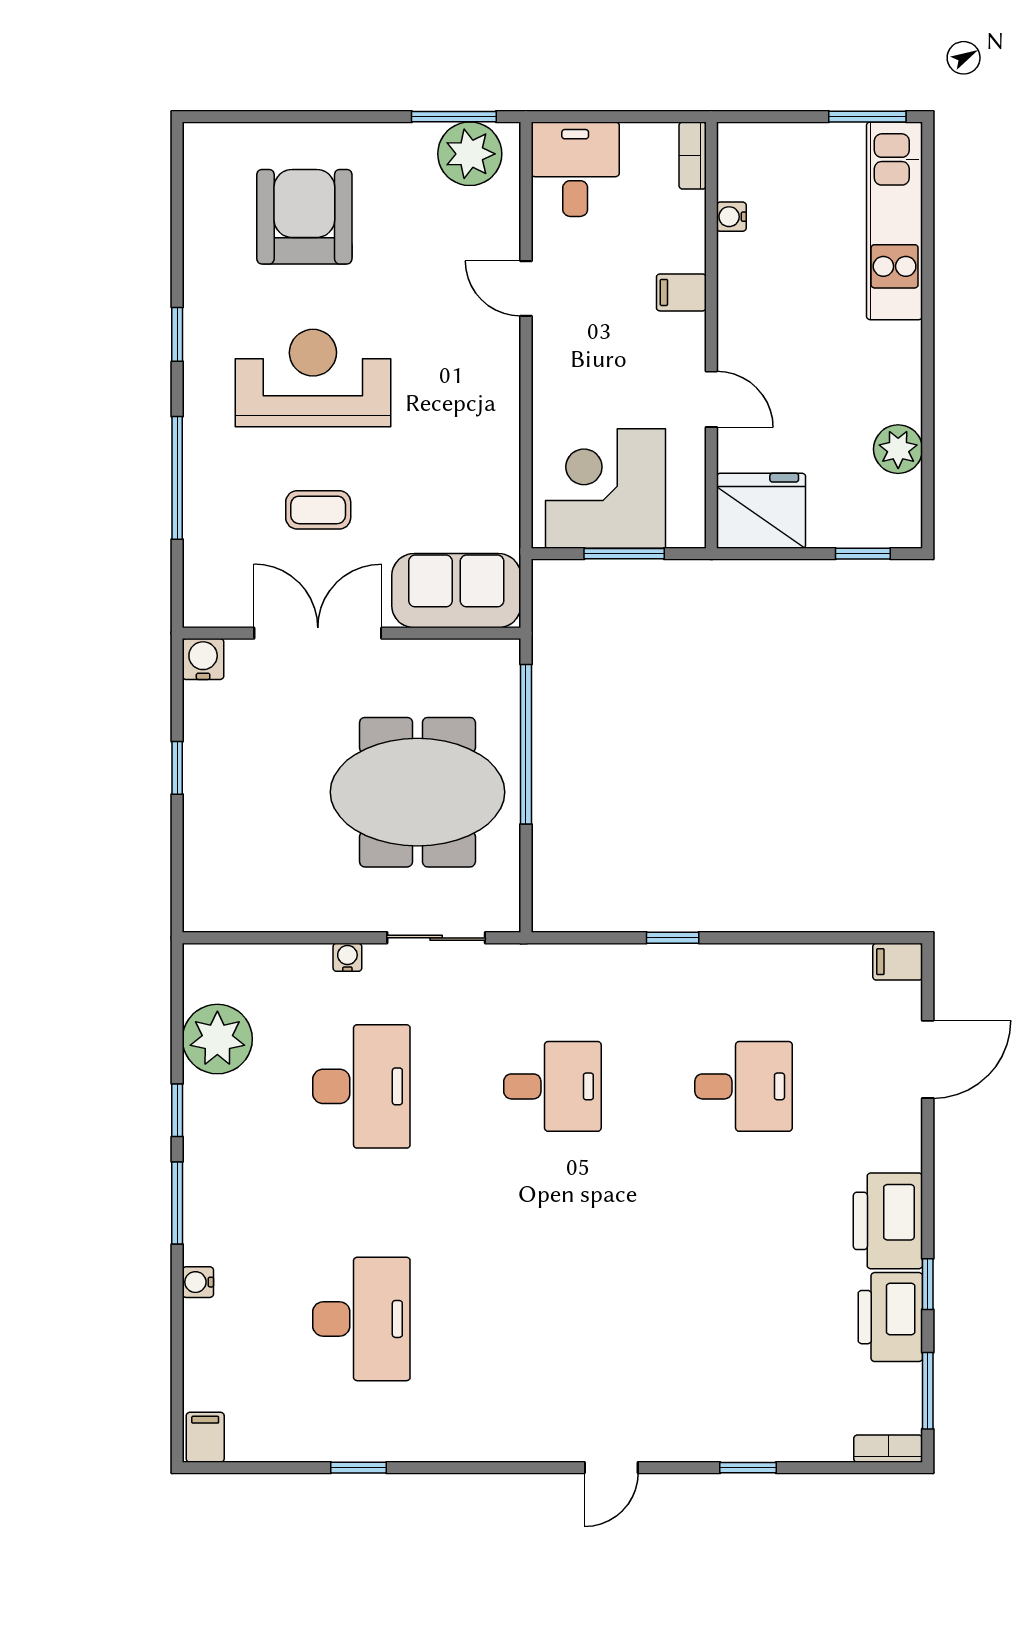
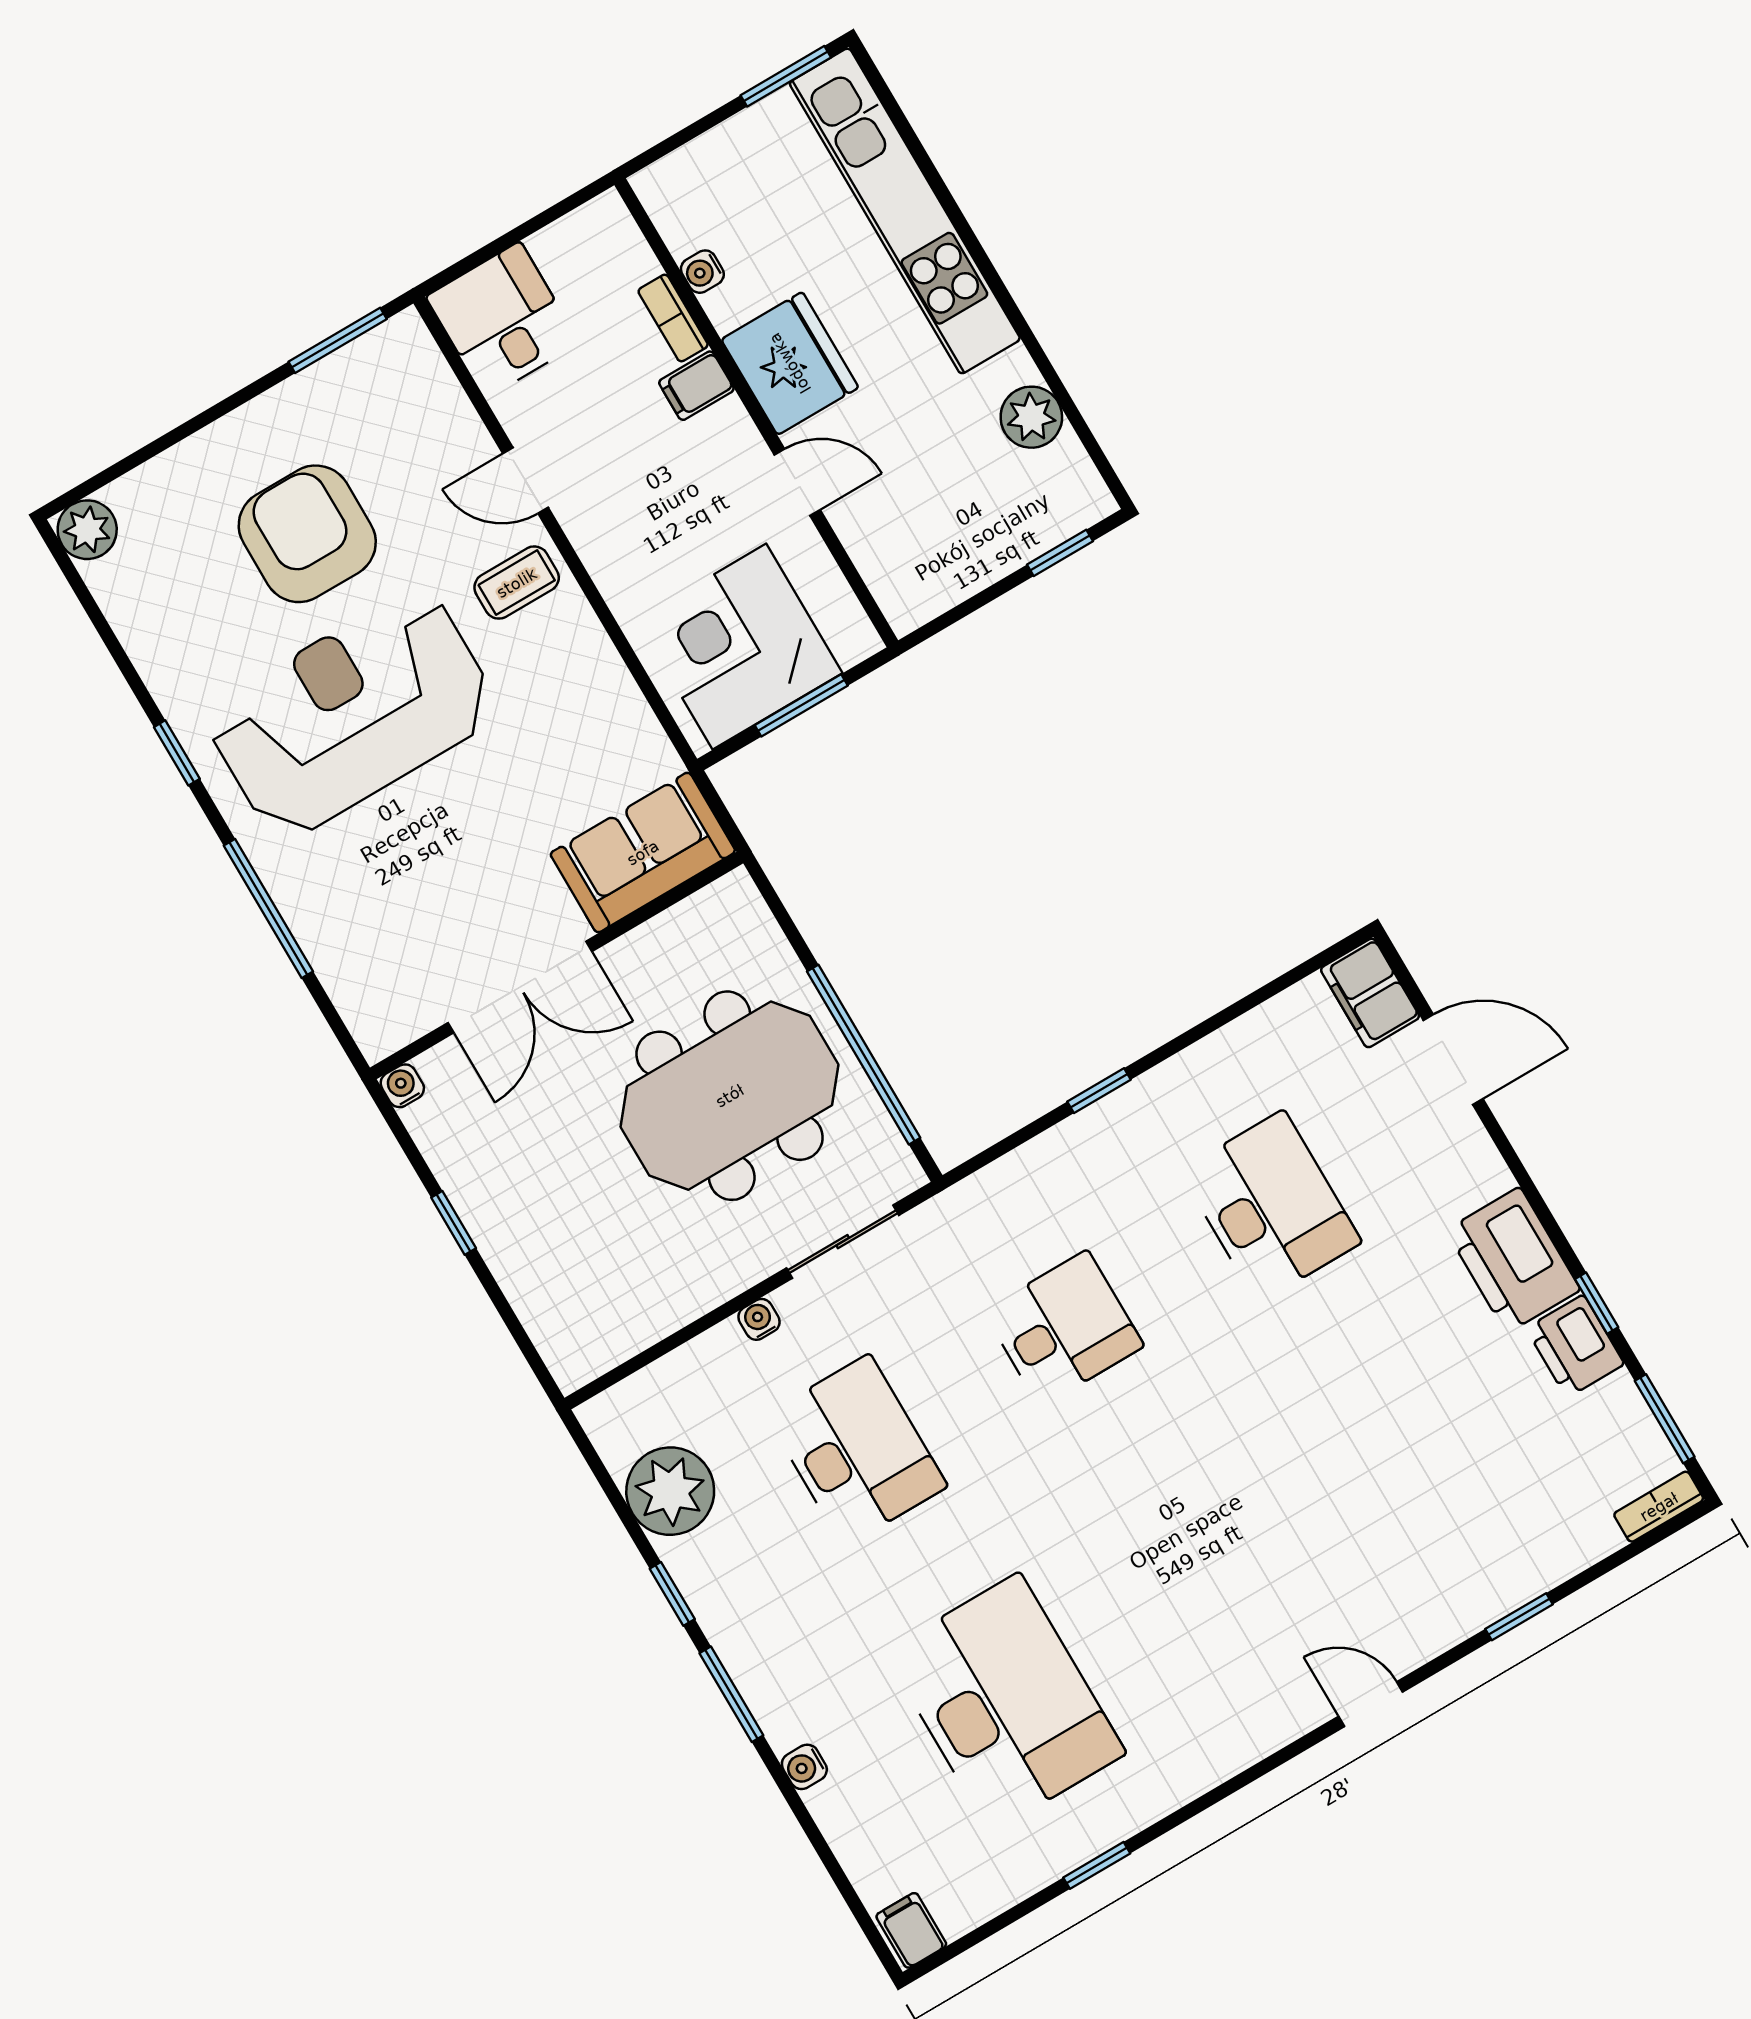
plant: (470, 154) -> (87, 530), moved, width x0.73, depth x0.73
bookcase: (693, 156) -> (673, 318), moved
armchair: (304, 217) -> (307, 534), moved
kitchen unit: (895, 221) -> (905, 211), width x1.36
reception desk: (313, 378) -> (352, 714), width x1.36, depth x1.30
coffee table: (318, 510) -> (517, 583), moved
fridge: (761, 511) -> (790, 363), moved, turned 90
double door: (318, 633) -> (520, 987), swing flipped
water cooler: (203, 659) -> (402, 1086), width x0.72, depth x0.72
window: (526, 744) -> (864, 1055), moved
filing cabinet: (898, 962) -> (1370, 993), width x2.00
door: (928, 1059) -> (1453, 1060), hinge flipped
desk: (743, 1086) -> (1271, 1206), width x1.37
printer: (890, 1317) -> (1575, 1346), width x0.73, depth x0.84
desk: (361, 1319) -> (1005, 1702), width x1.36, depth x1.30
door: (611, 1468) -> (1371, 1704), swing flipped

